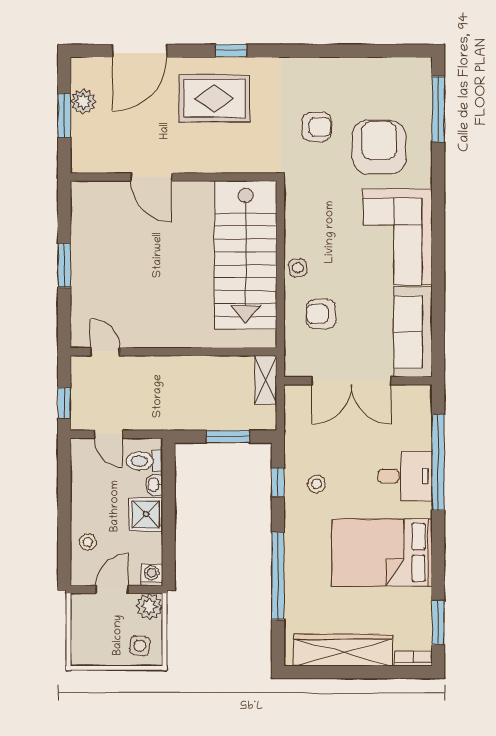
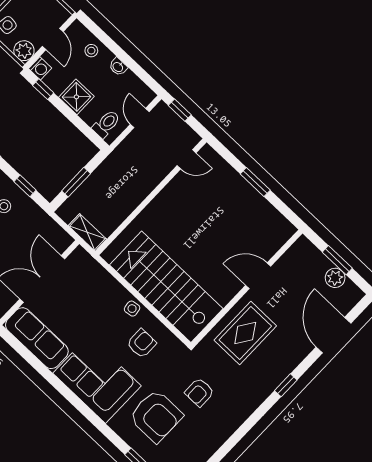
rug: (214, 98) -> (245, 333), moved
armchair: (321, 314) -> (142, 343), moved
door: (108, 434) -> (140, 118), hinge flipped
washbasin: (154, 485) -> (118, 67), moved, turned 180
window: (169, 553) -> (43, 89), added

